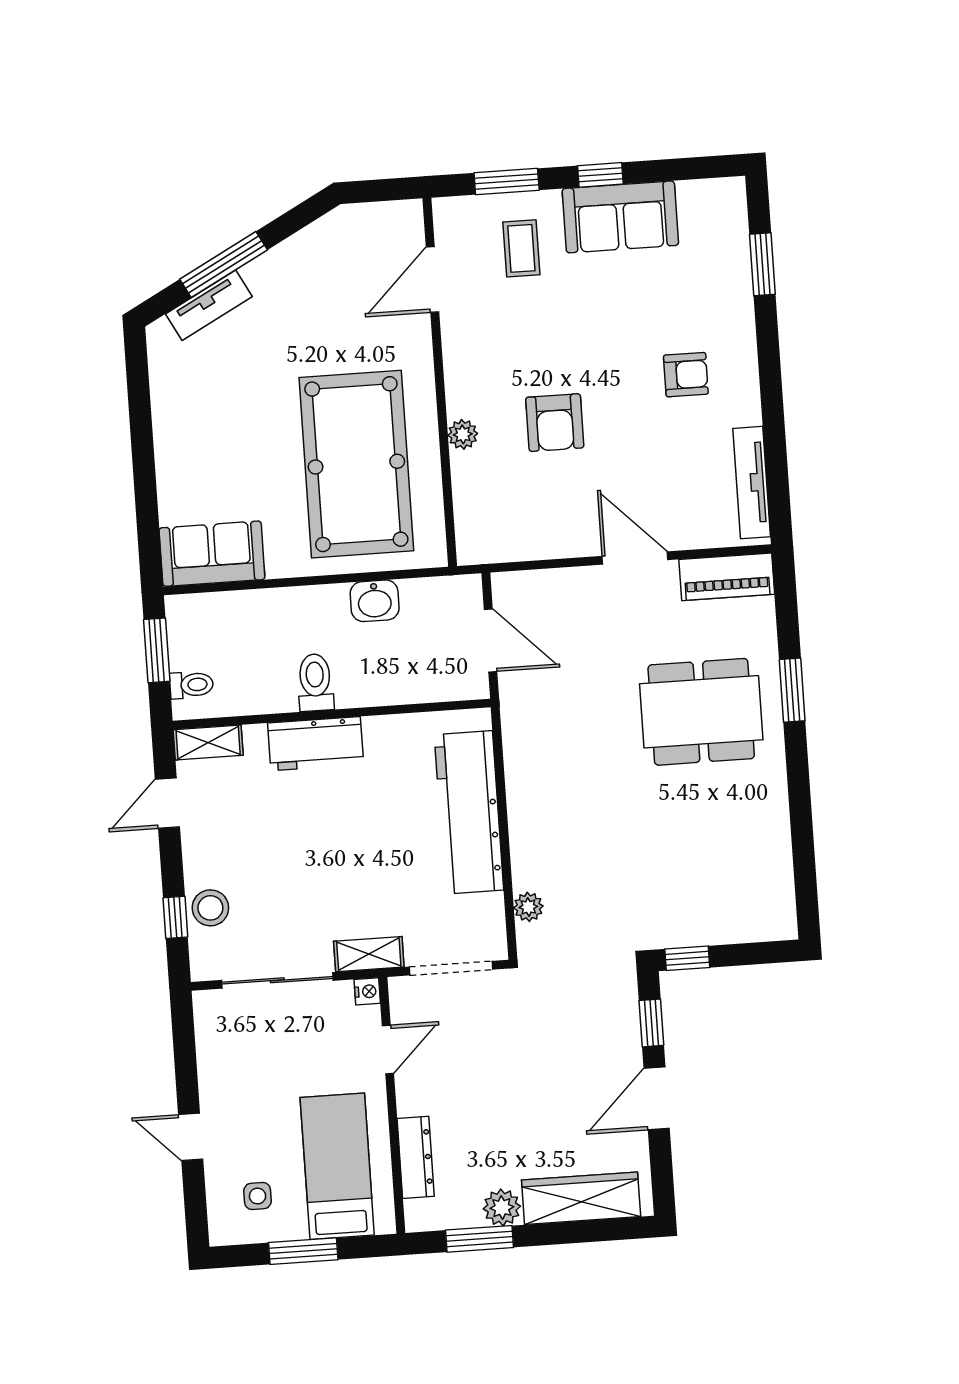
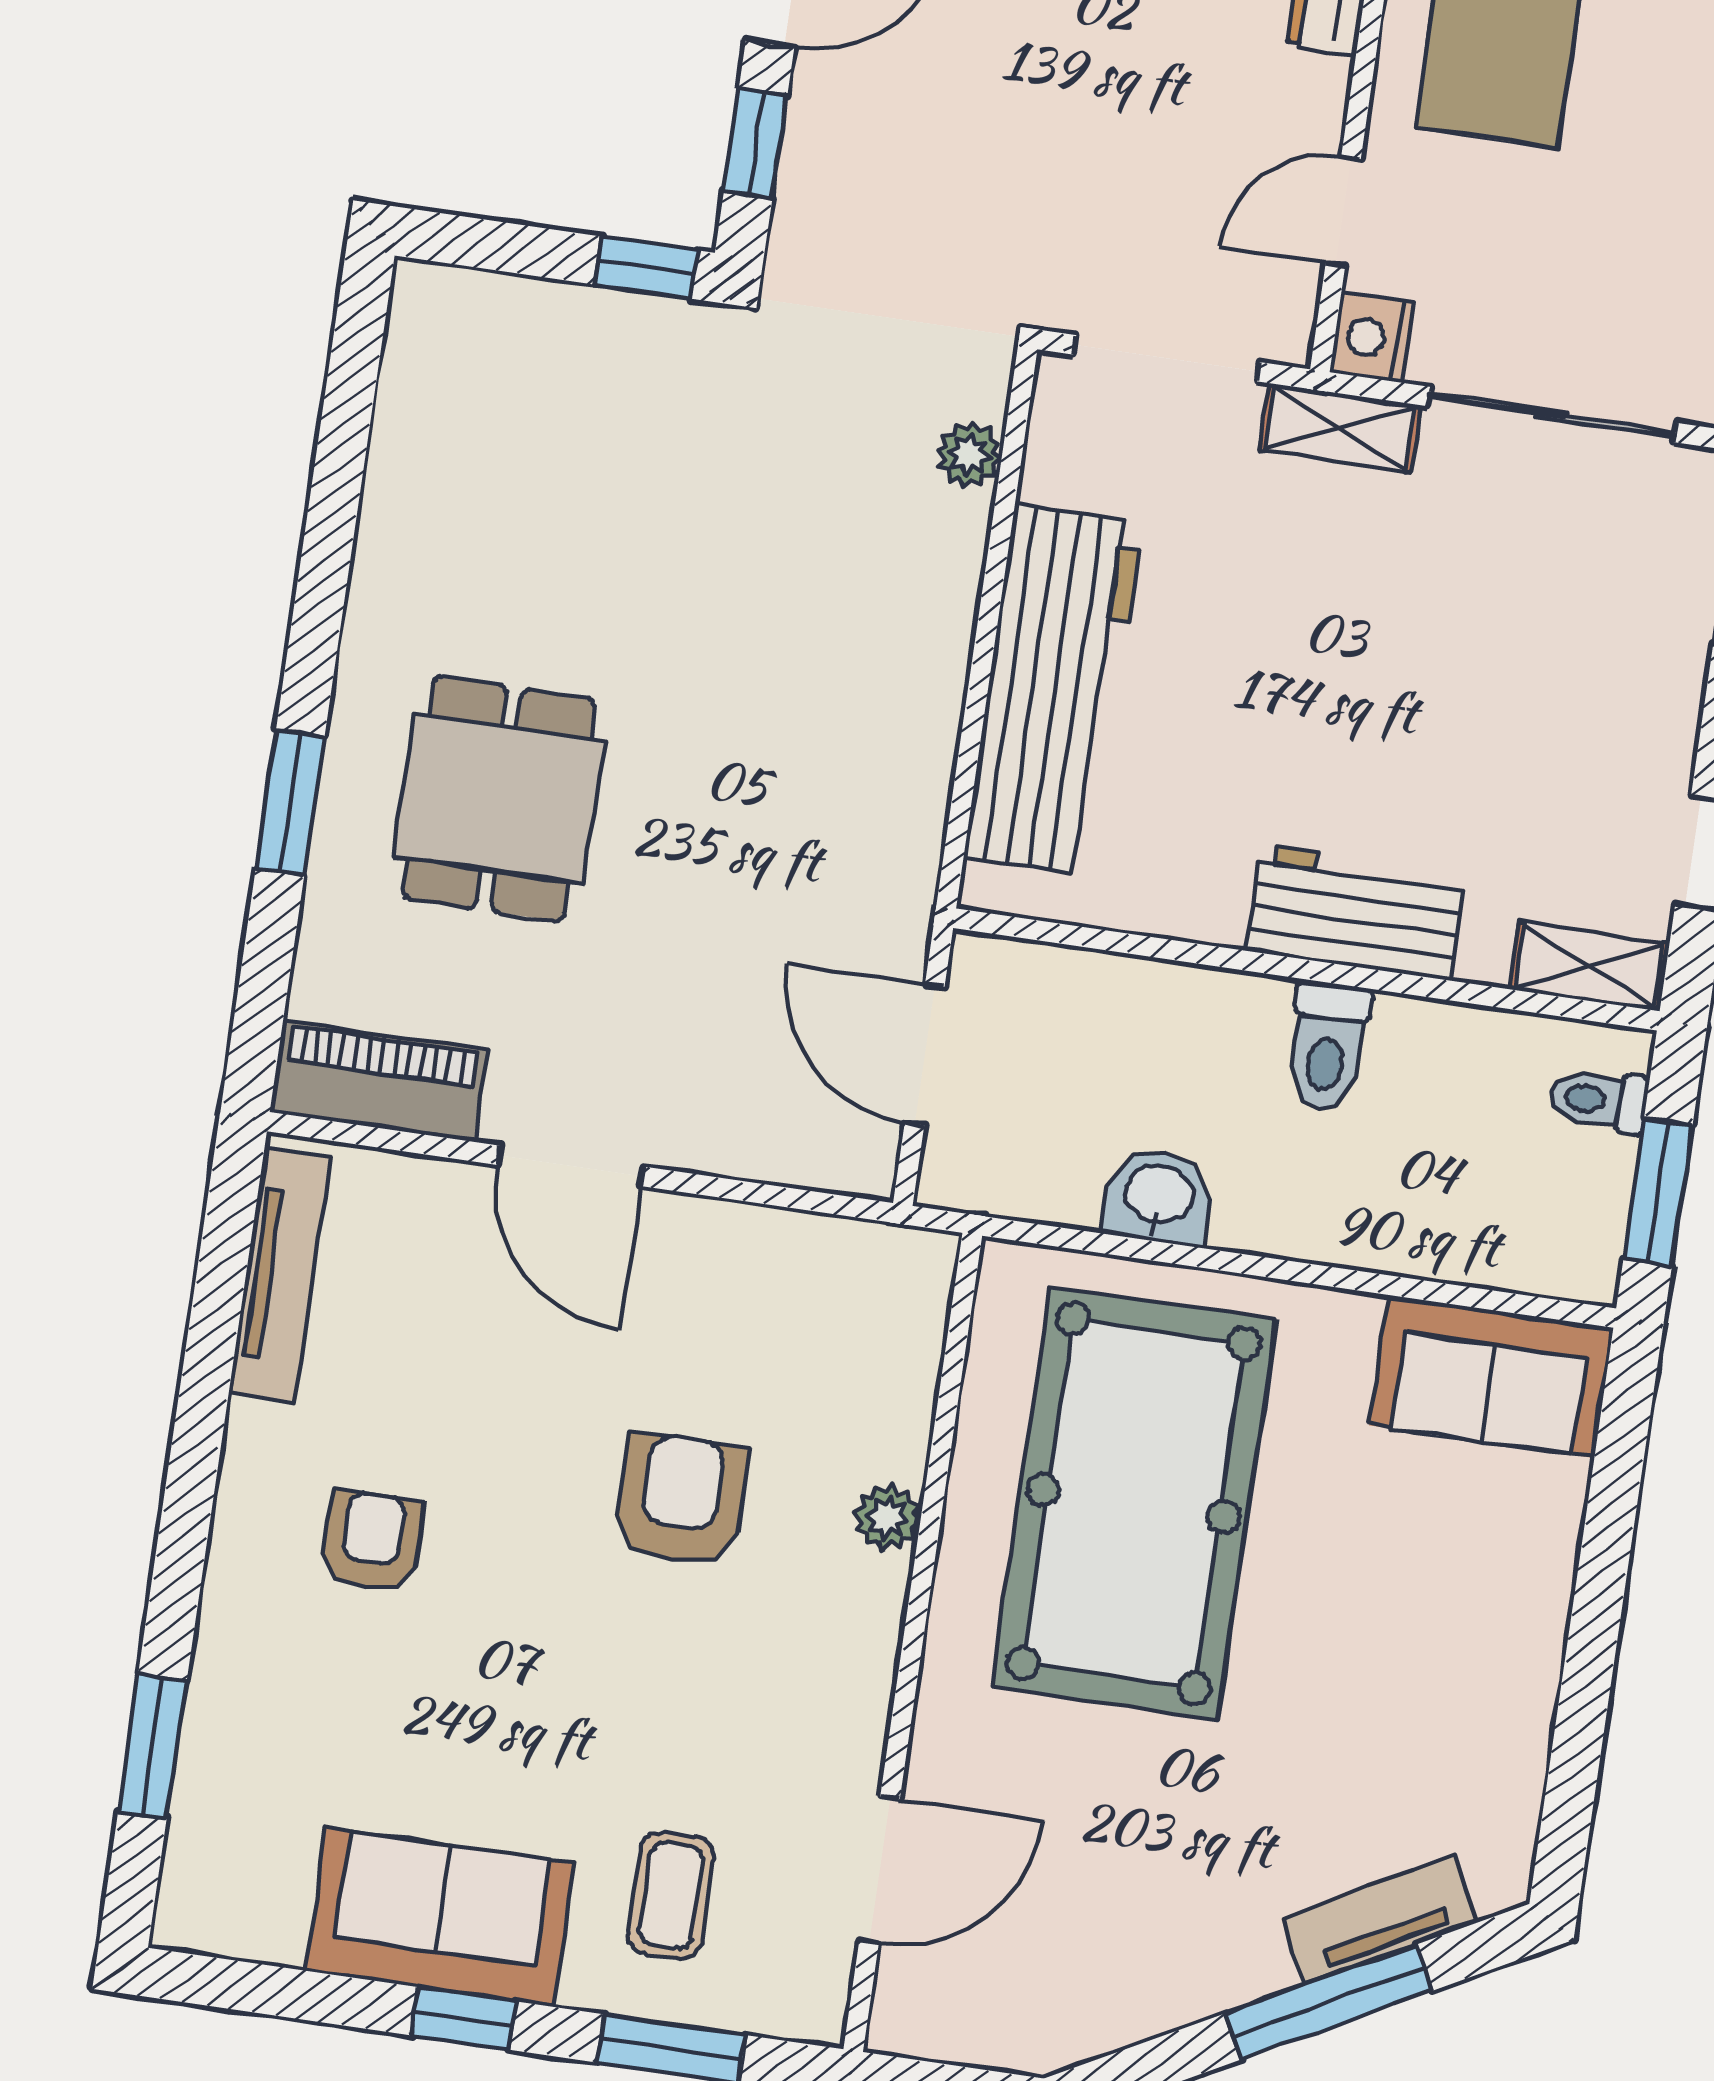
armchair: (686, 375) -> (372, 1542), turned 90
dining table: (701, 712) -> (499, 799), width x0.73
stool: (210, 908) -> (1663, 604), removed
nightstand: (367, 991) -> (1372, 338), width x1.39, depth x1.35

